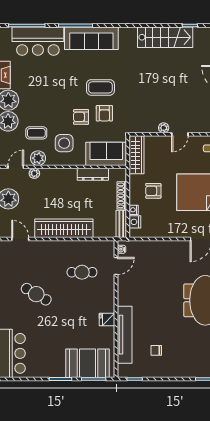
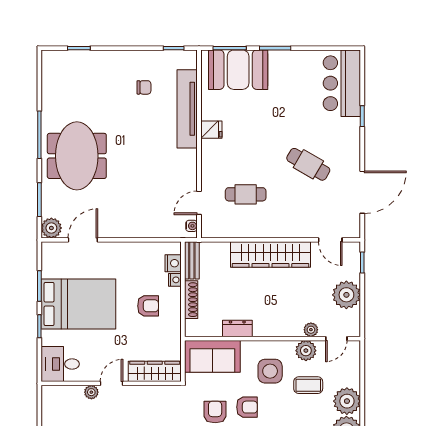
plant: (164, 128) -> (91, 392), moved
wardrobe: (137, 155) -> (155, 371), moved, turned 90
dresser: (93, 174) -> (237, 328), width x0.70

